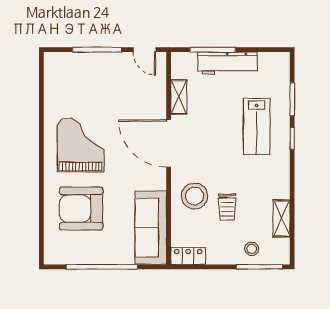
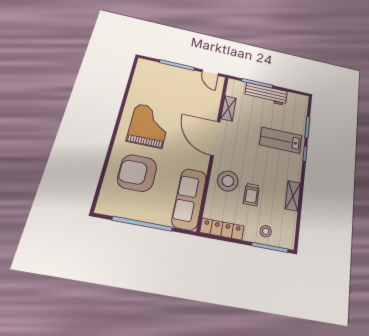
lab bench: (257, 126) -> (281, 140), turned 90
shelving: (282, 218) -> (293, 196), moved
locker: (188, 256) -> (222, 229), width x1.53

